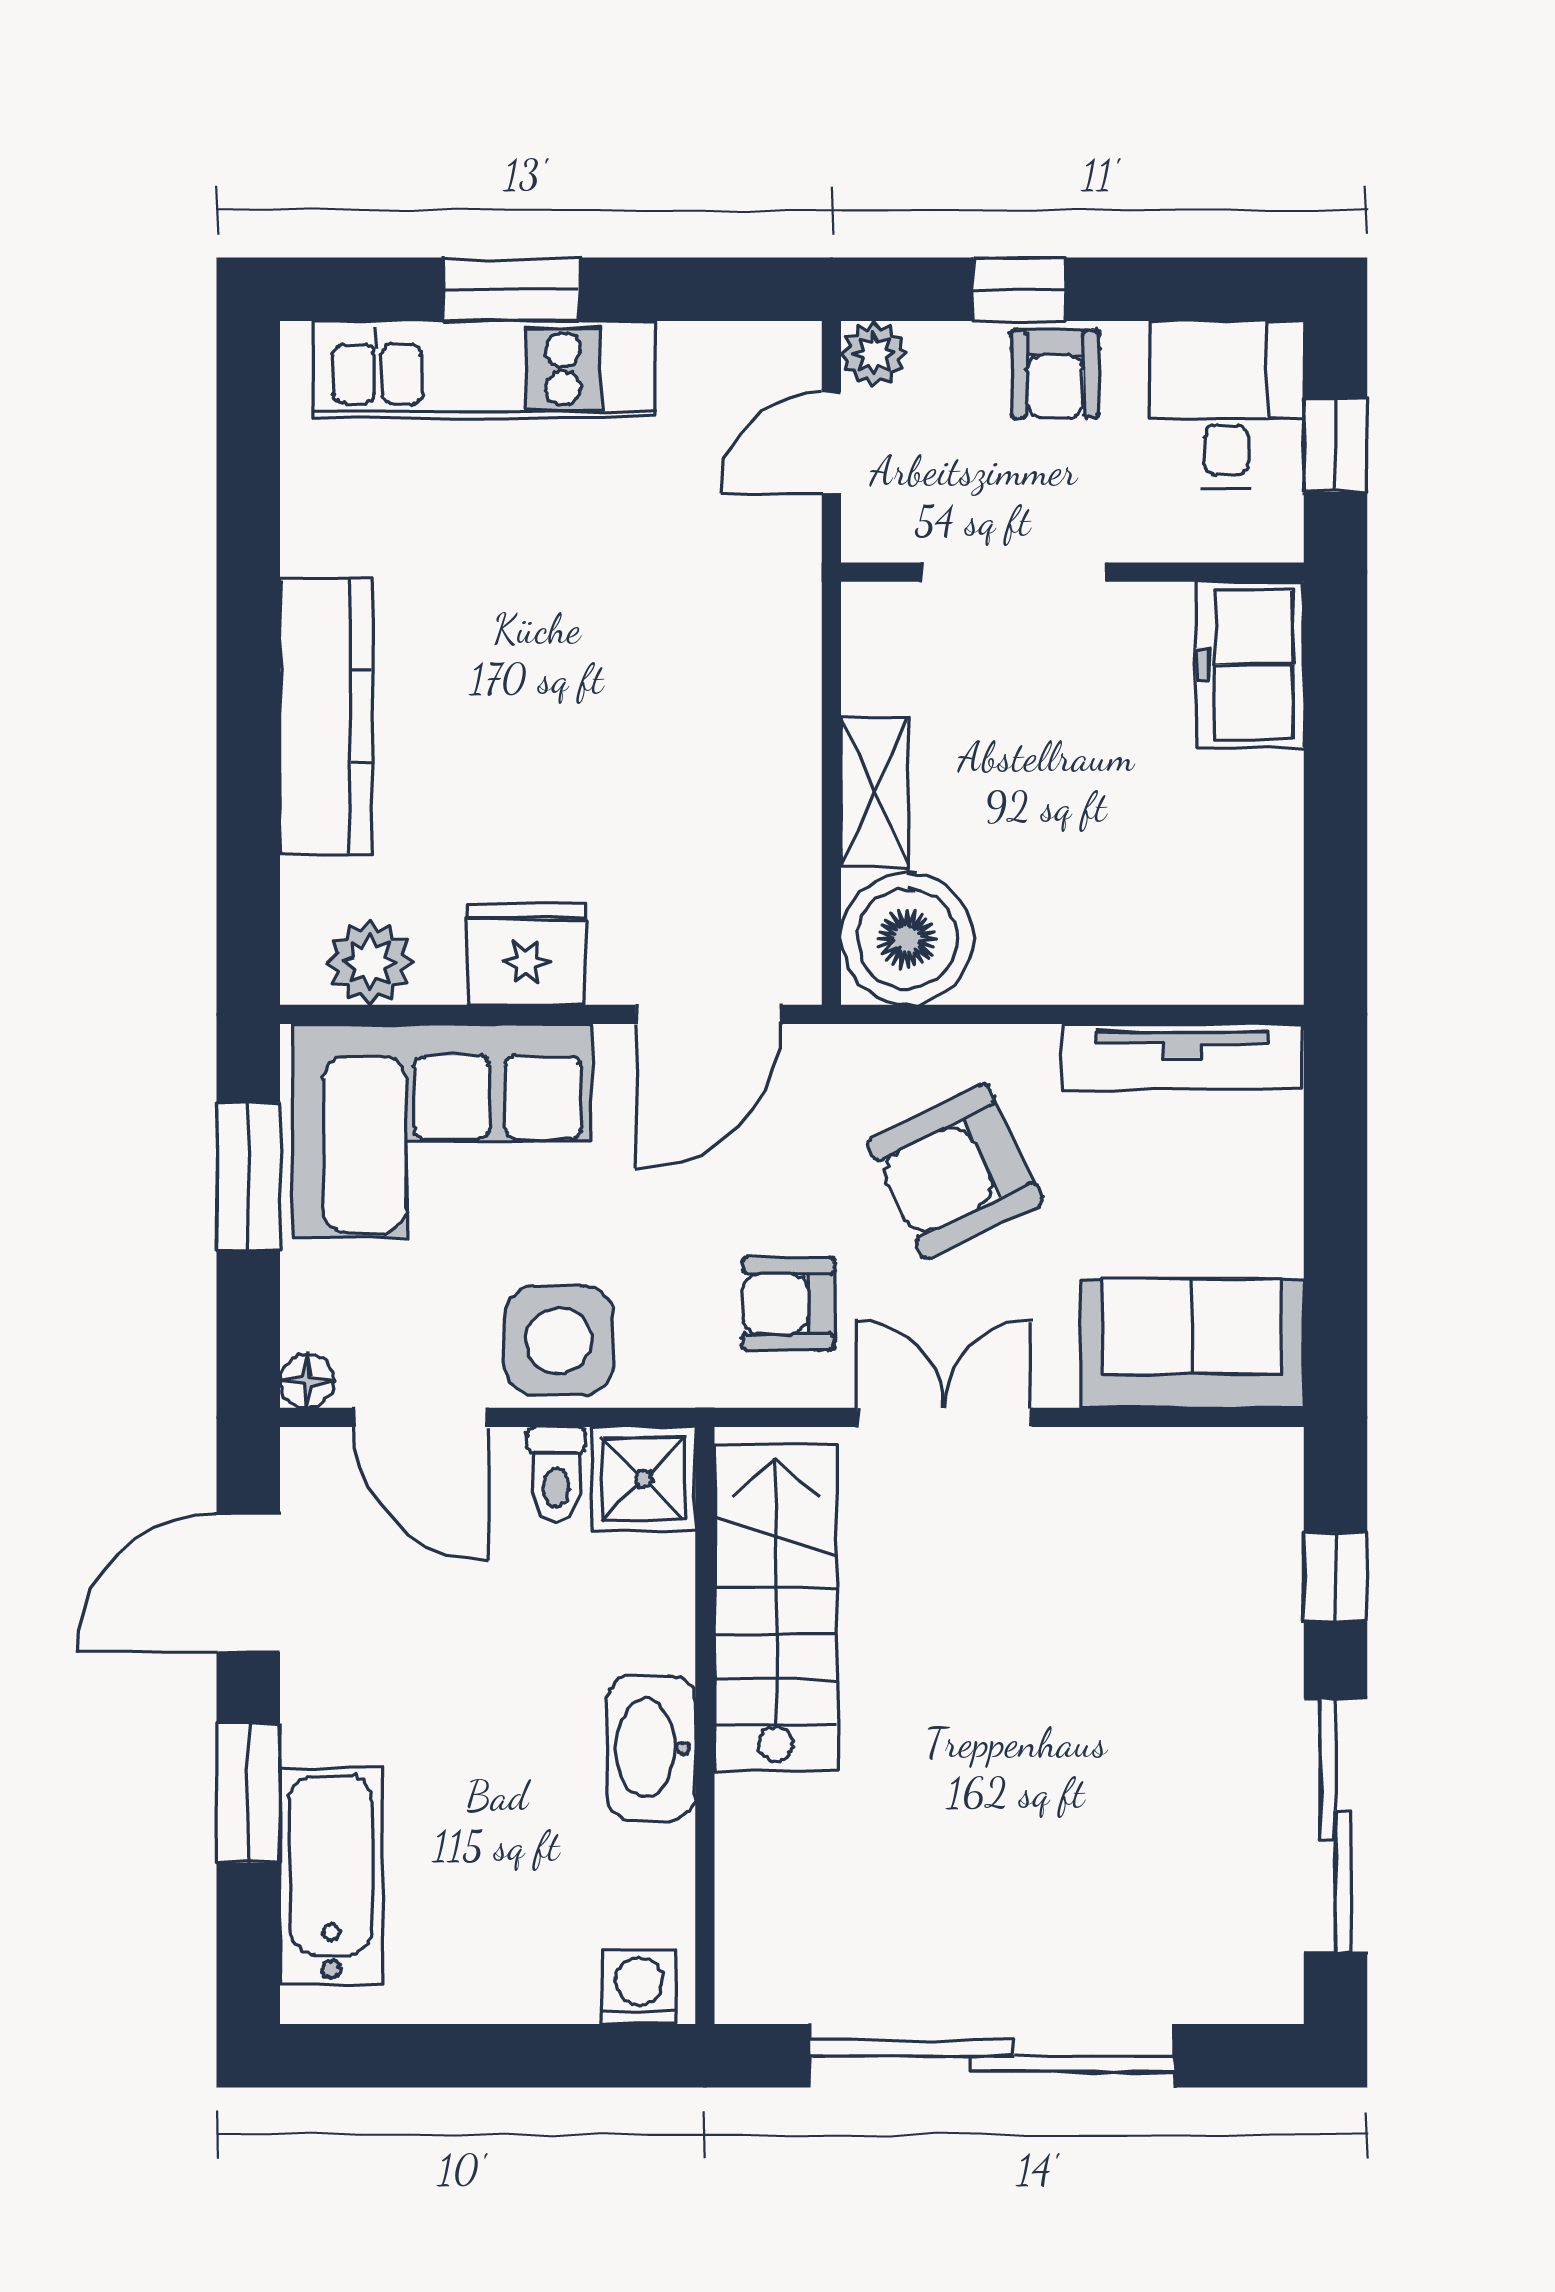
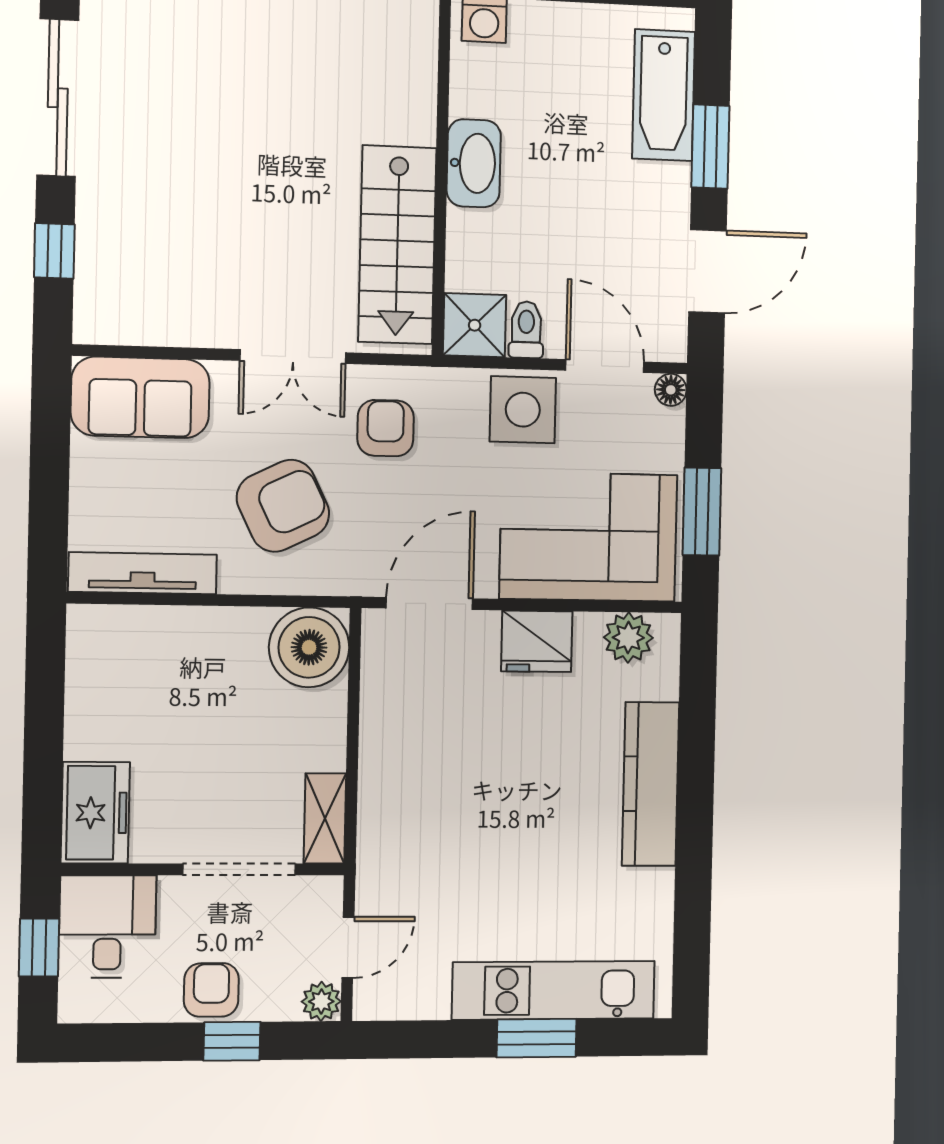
desk: (1226, 404) -> (107, 926), moved, turned 180
shelving: (874, 792) -> (325, 818), moved
armchair: (788, 1304) -> (386, 428), turned -90

